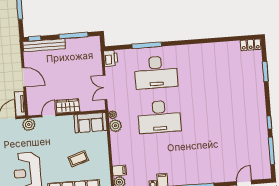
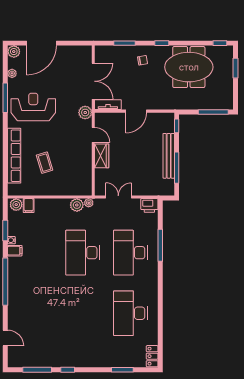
bench: (44, 45) -> (169, 156), moved
desk: (212, 68) -> (131, 313), added
sofa: (90, 123) -> (82, 179), removed

